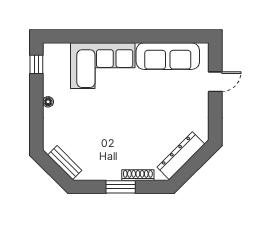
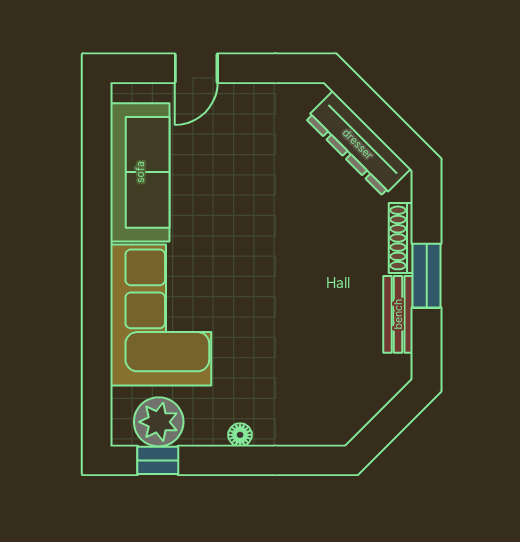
plant: (54, 65) -> (159, 422), added
door: (215, 82) -> (196, 68), swing flipped
bench: (65, 163) -> (398, 314), moved, turned -45

